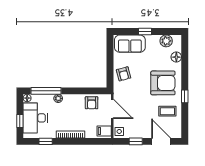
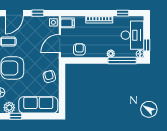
window: (145, 32) -> (16, 116), moved
sofa: (130, 44) -> (38, 105), width x1.36
door: (112, 109) -> (60, 44), hinge flipped
window: (20, 121) -> (147, 45), moved
door: (161, 141) -> (14, 13), hinge flipped

